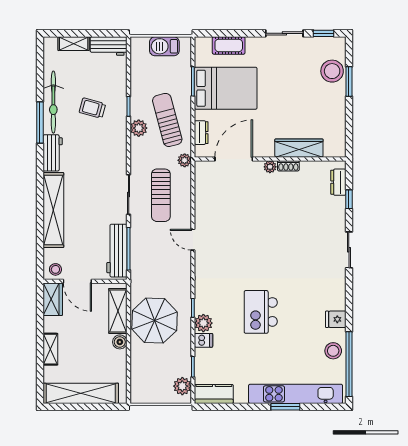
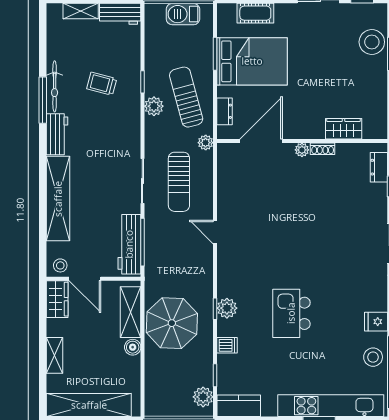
bicycle: (53, 102) -> (55, 86), width x0.73, depth x0.71
wardrobe: (299, 148) -> (344, 129), width x0.67
plant: (203, 323) -> (227, 308), moved

